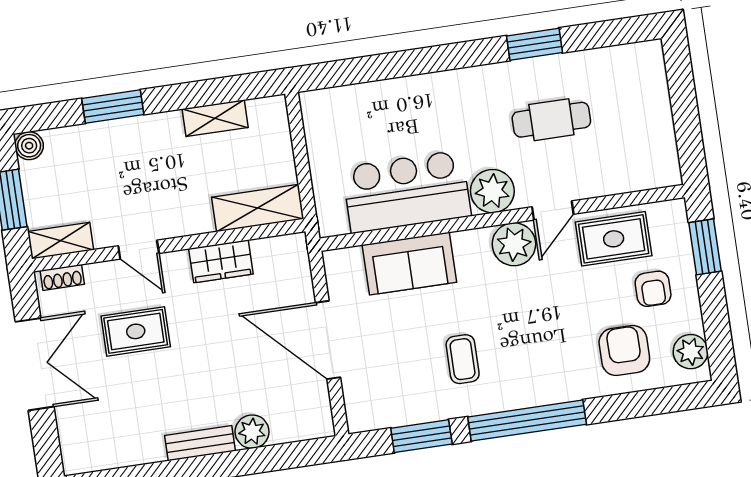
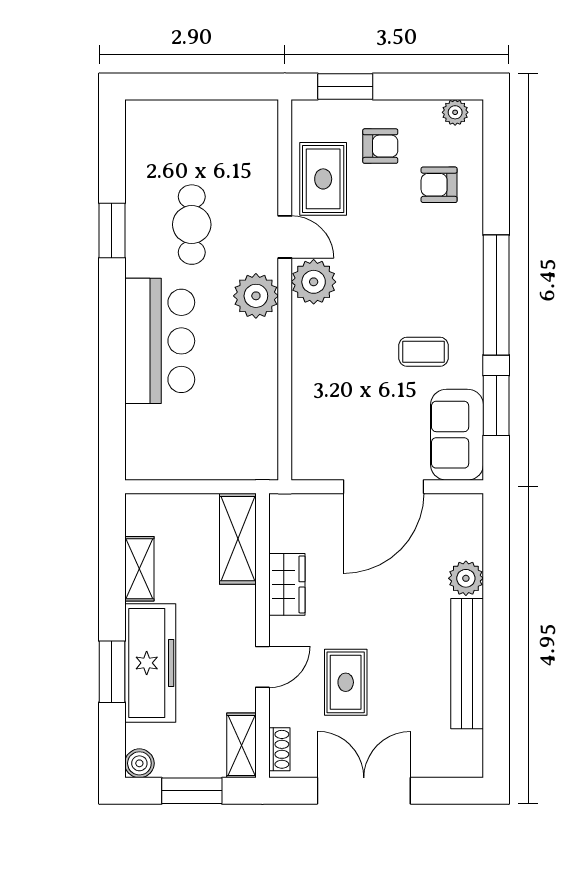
freezer: (127, 142) -> (150, 663), added
bar counter: (407, 192) -> (160, 341), moved, turned 180
sofa: (409, 264) -> (457, 435), moved, turned 180
armchair: (624, 351) -> (439, 185), width x0.72, depth x0.72
plant: (691, 352) -> (455, 112), width x0.73, depth x0.73
bench: (200, 443) -> (467, 664), width x1.86, depth x1.21

